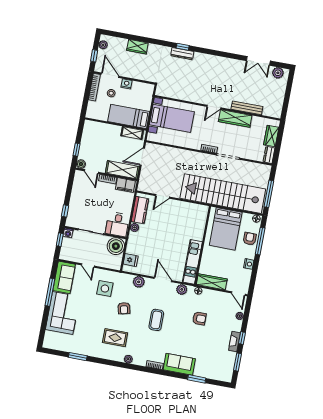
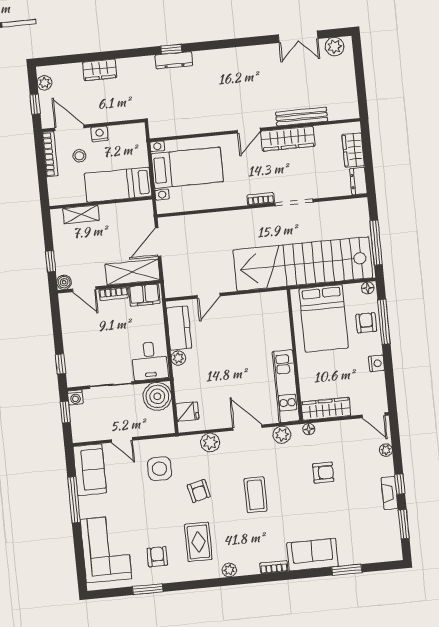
shelving: (132, 133) -> (81, 214), moved
corner sofa: (63, 313) -> (106, 549), moved
rug: (115, 338) -> (198, 542), turned 90
armchair: (89, 339) -> (157, 557), added

